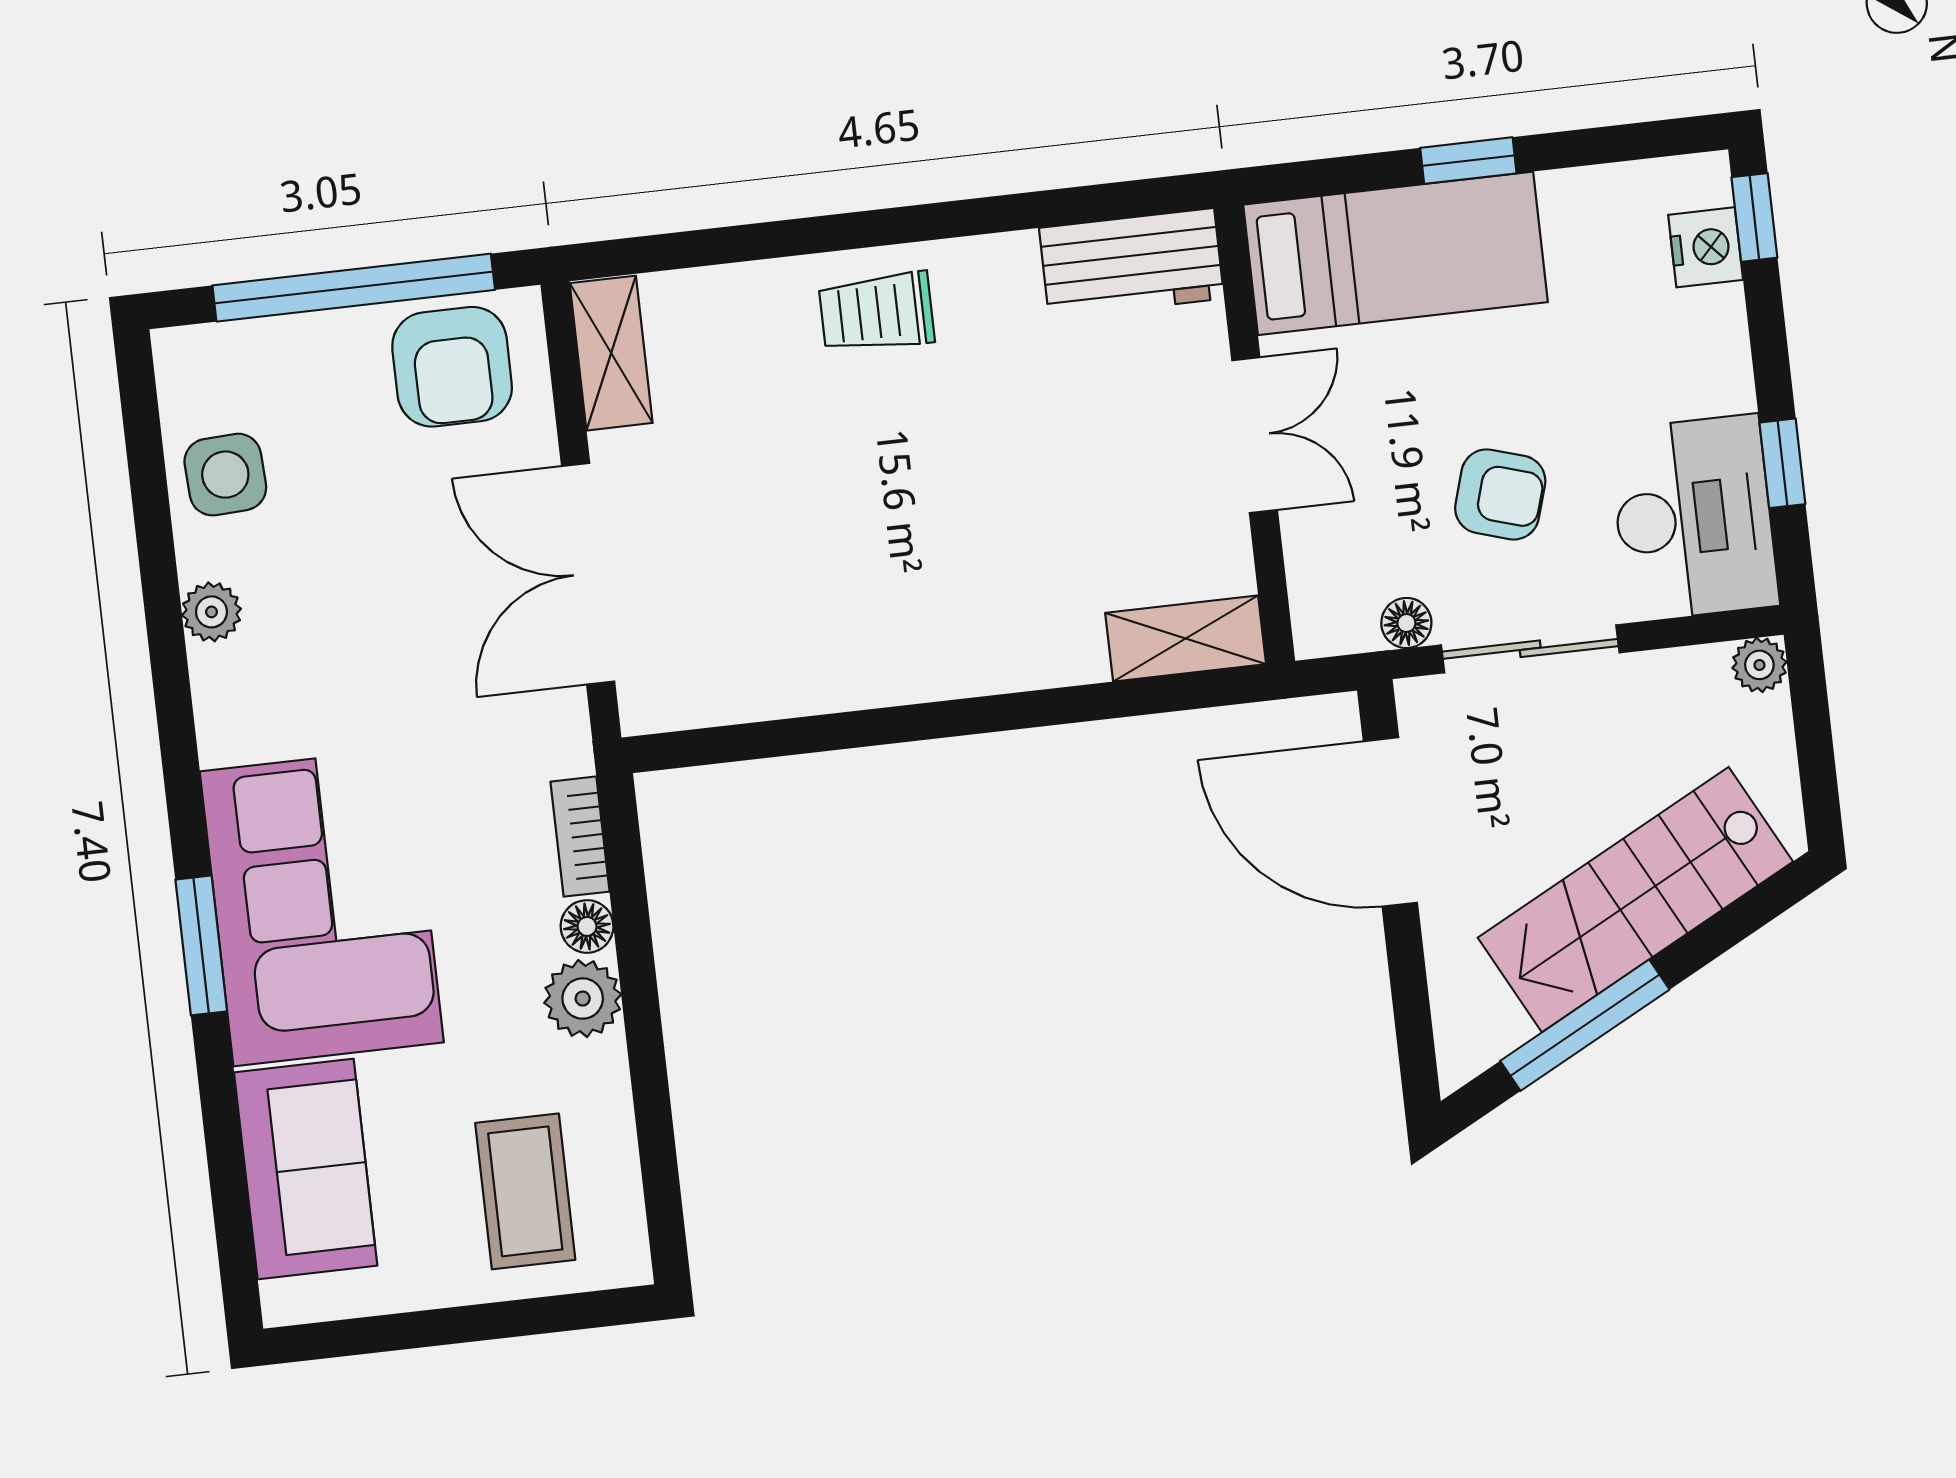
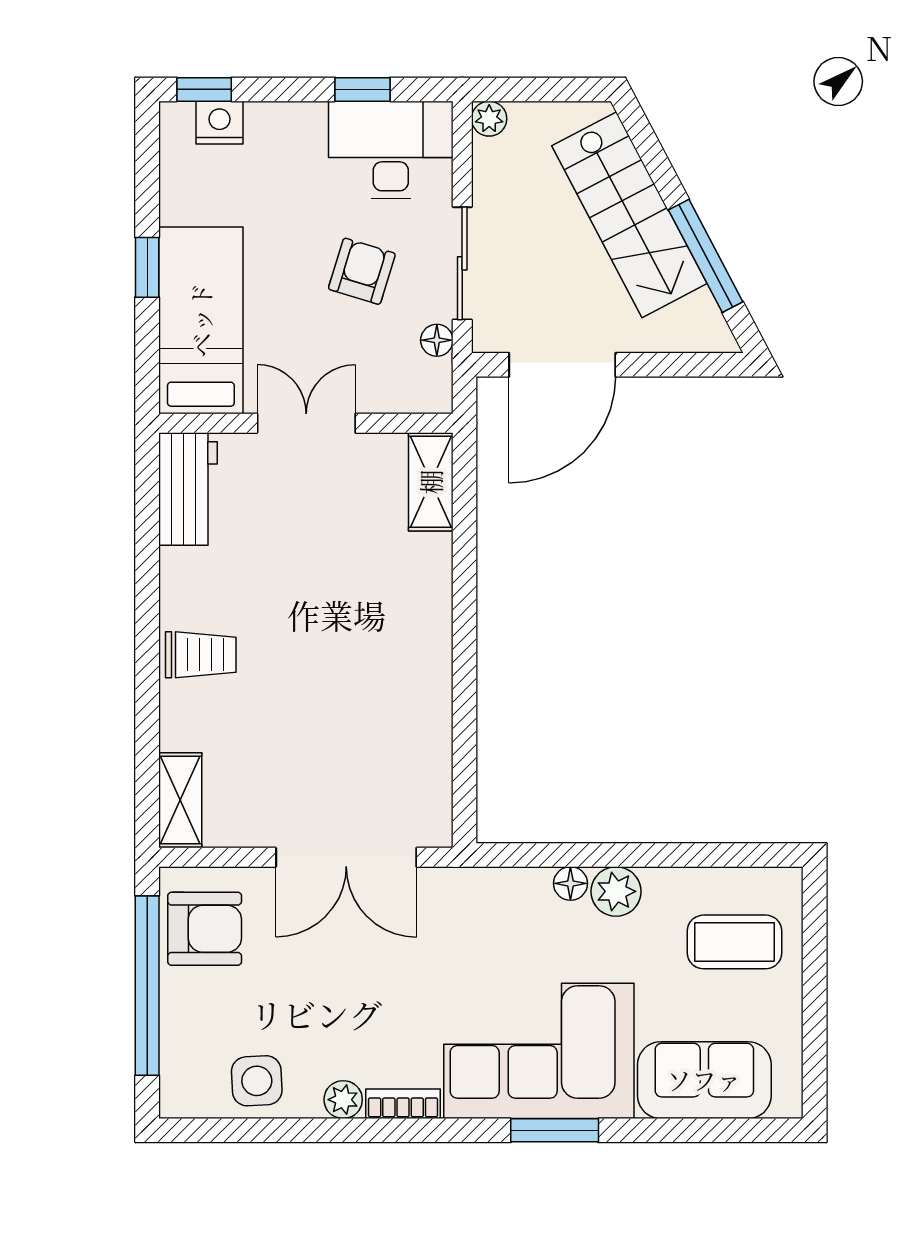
trolley: (877, 312) -> (201, 655), turned -90
shelving: (611, 353) -> (180, 800), moved, turned 90
bookcase: (580, 837) -> (403, 1104), moved, turned 180

